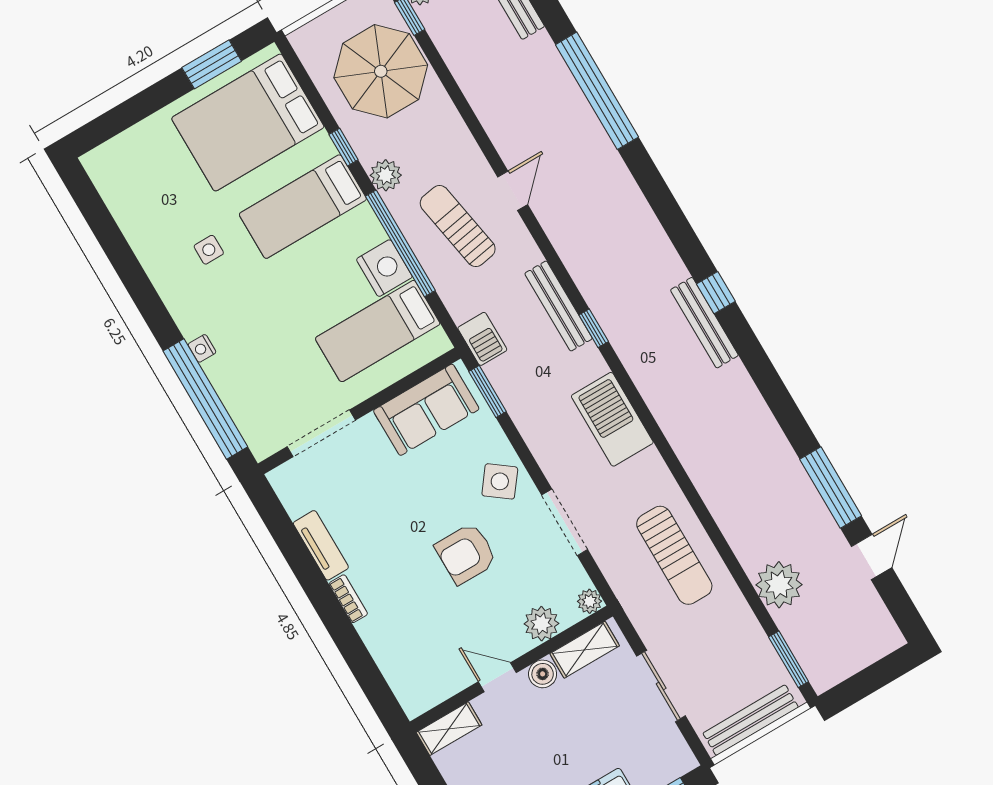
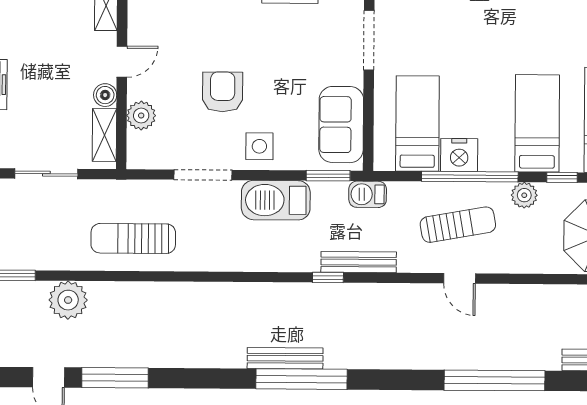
side table: (209, 250) -> (546, 39), removed
window: (716, 293) -> (301, 379), width x3.17
barbecue: (612, 419) -> (276, 200), moved, turned 180
side table: (500, 481) -> (259, 146), turned -37
plant: (590, 601) -> (137, 159), removed

